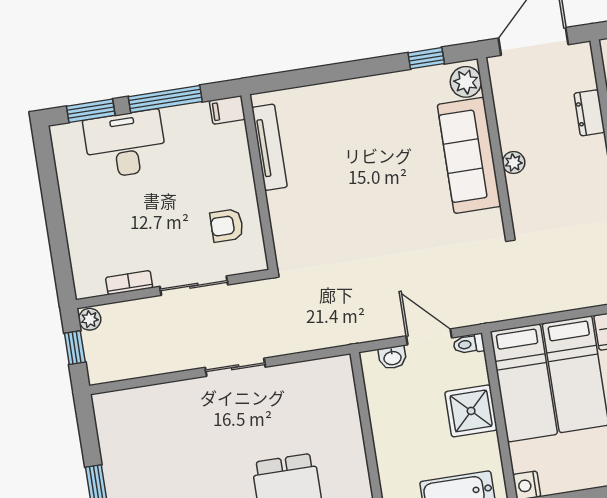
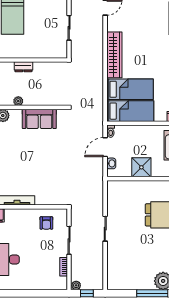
sofa: (469, 155) -> (39, 119), width x0.73
plant: (514, 163) -> (18, 101), moved
shower: (471, 411) -> (141, 167), moved

